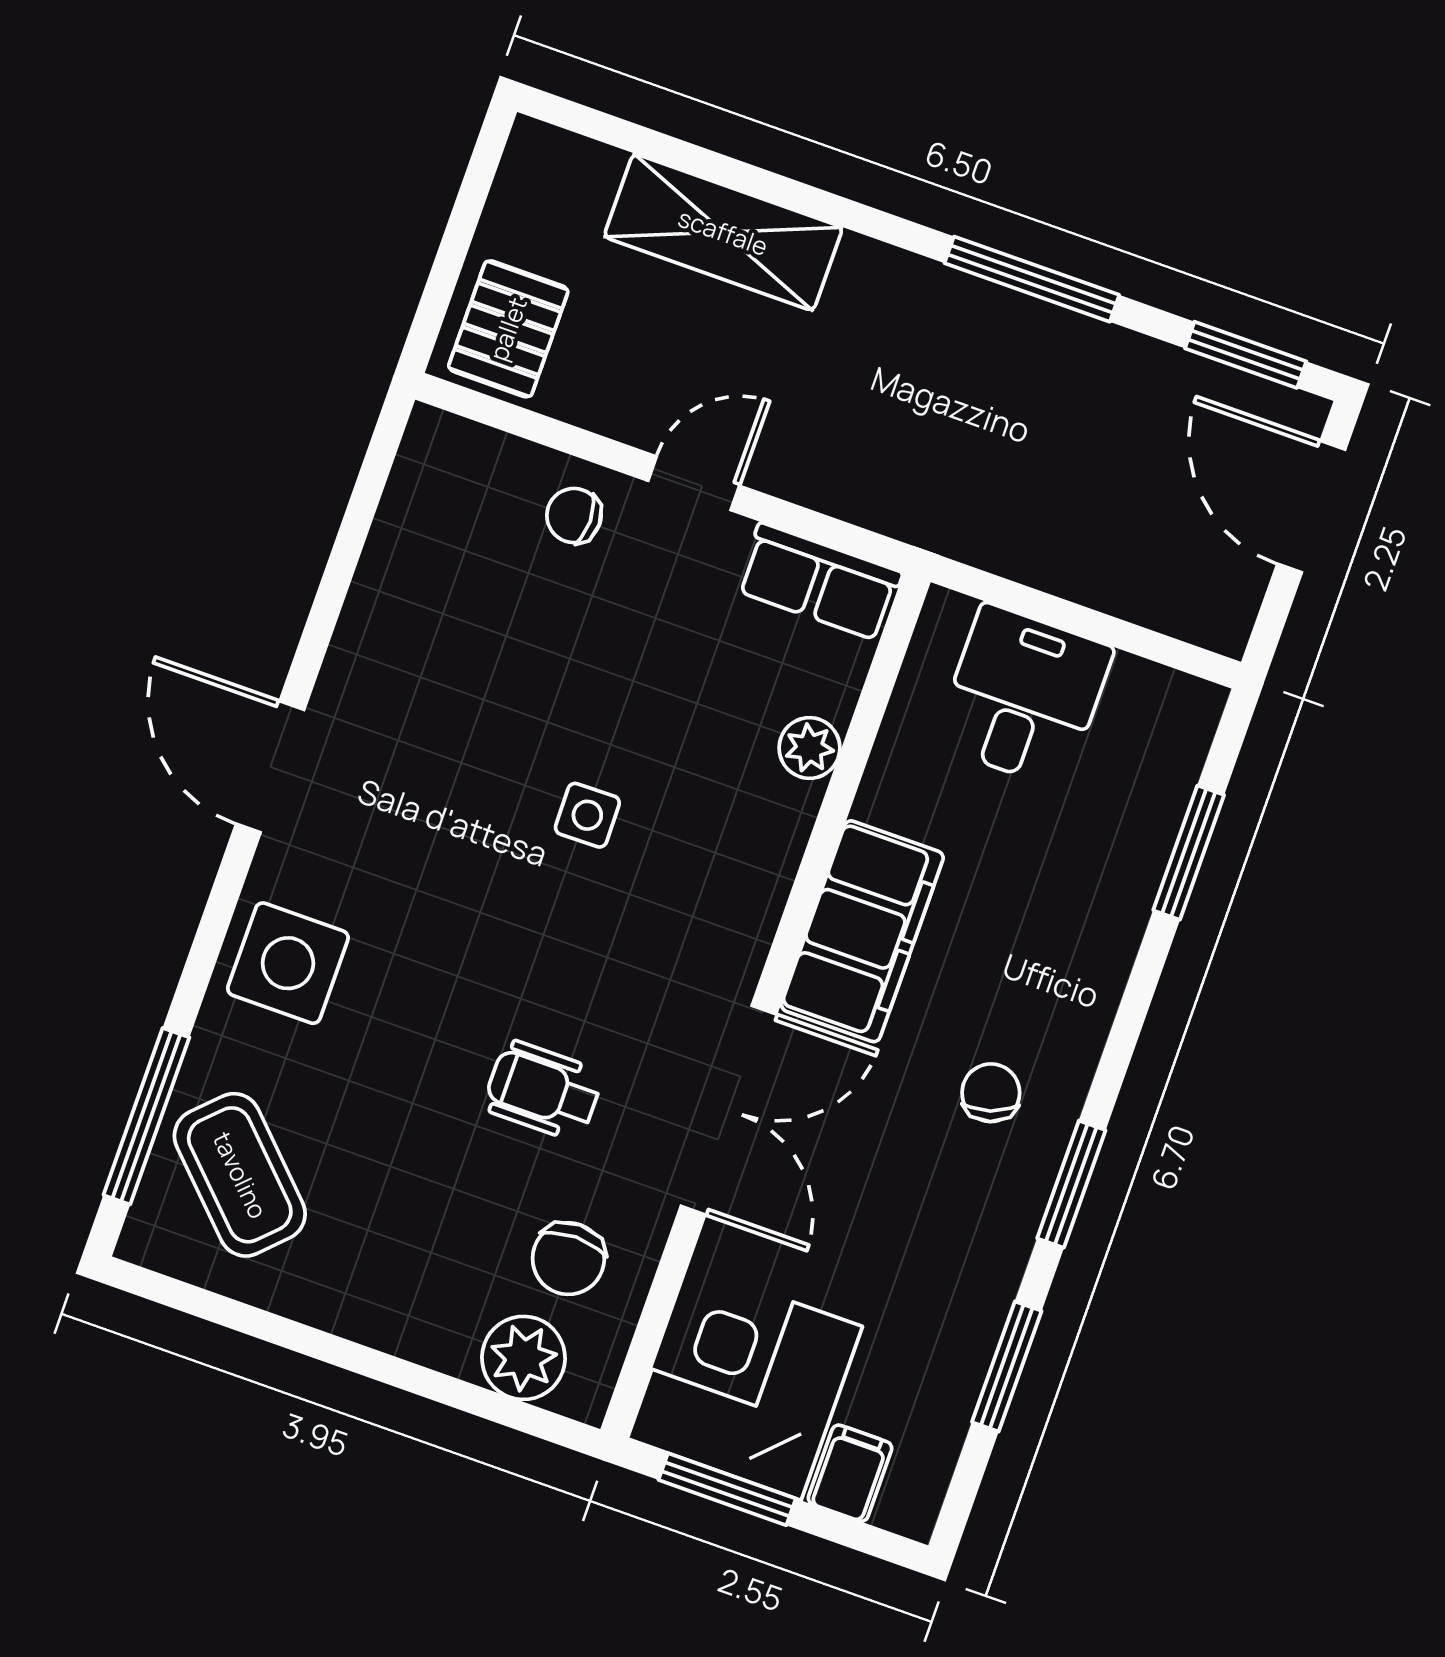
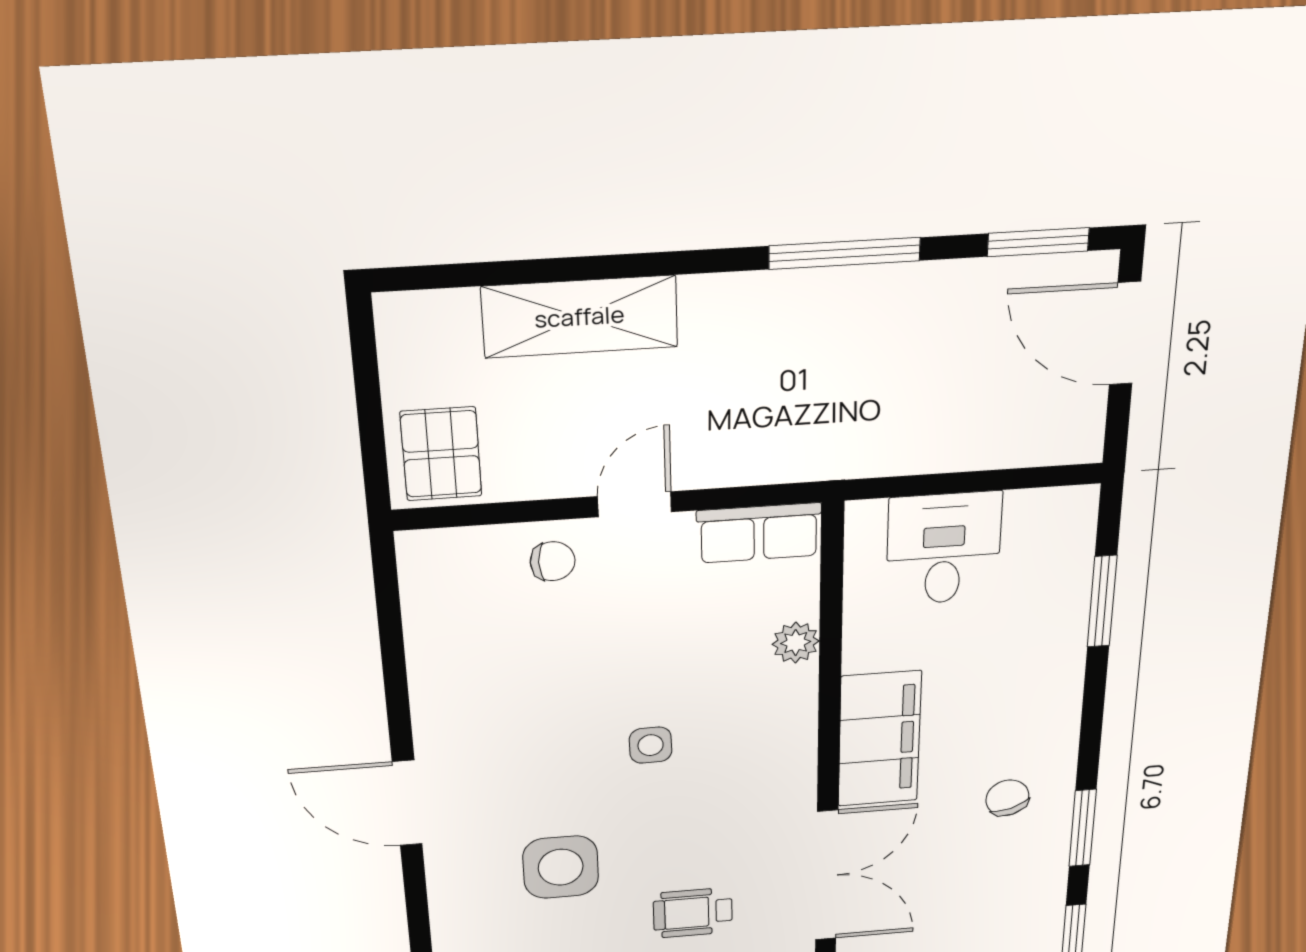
chair: (574, 516) -> (553, 561), turned 180
side table: (288, 963) -> (561, 867), moved

